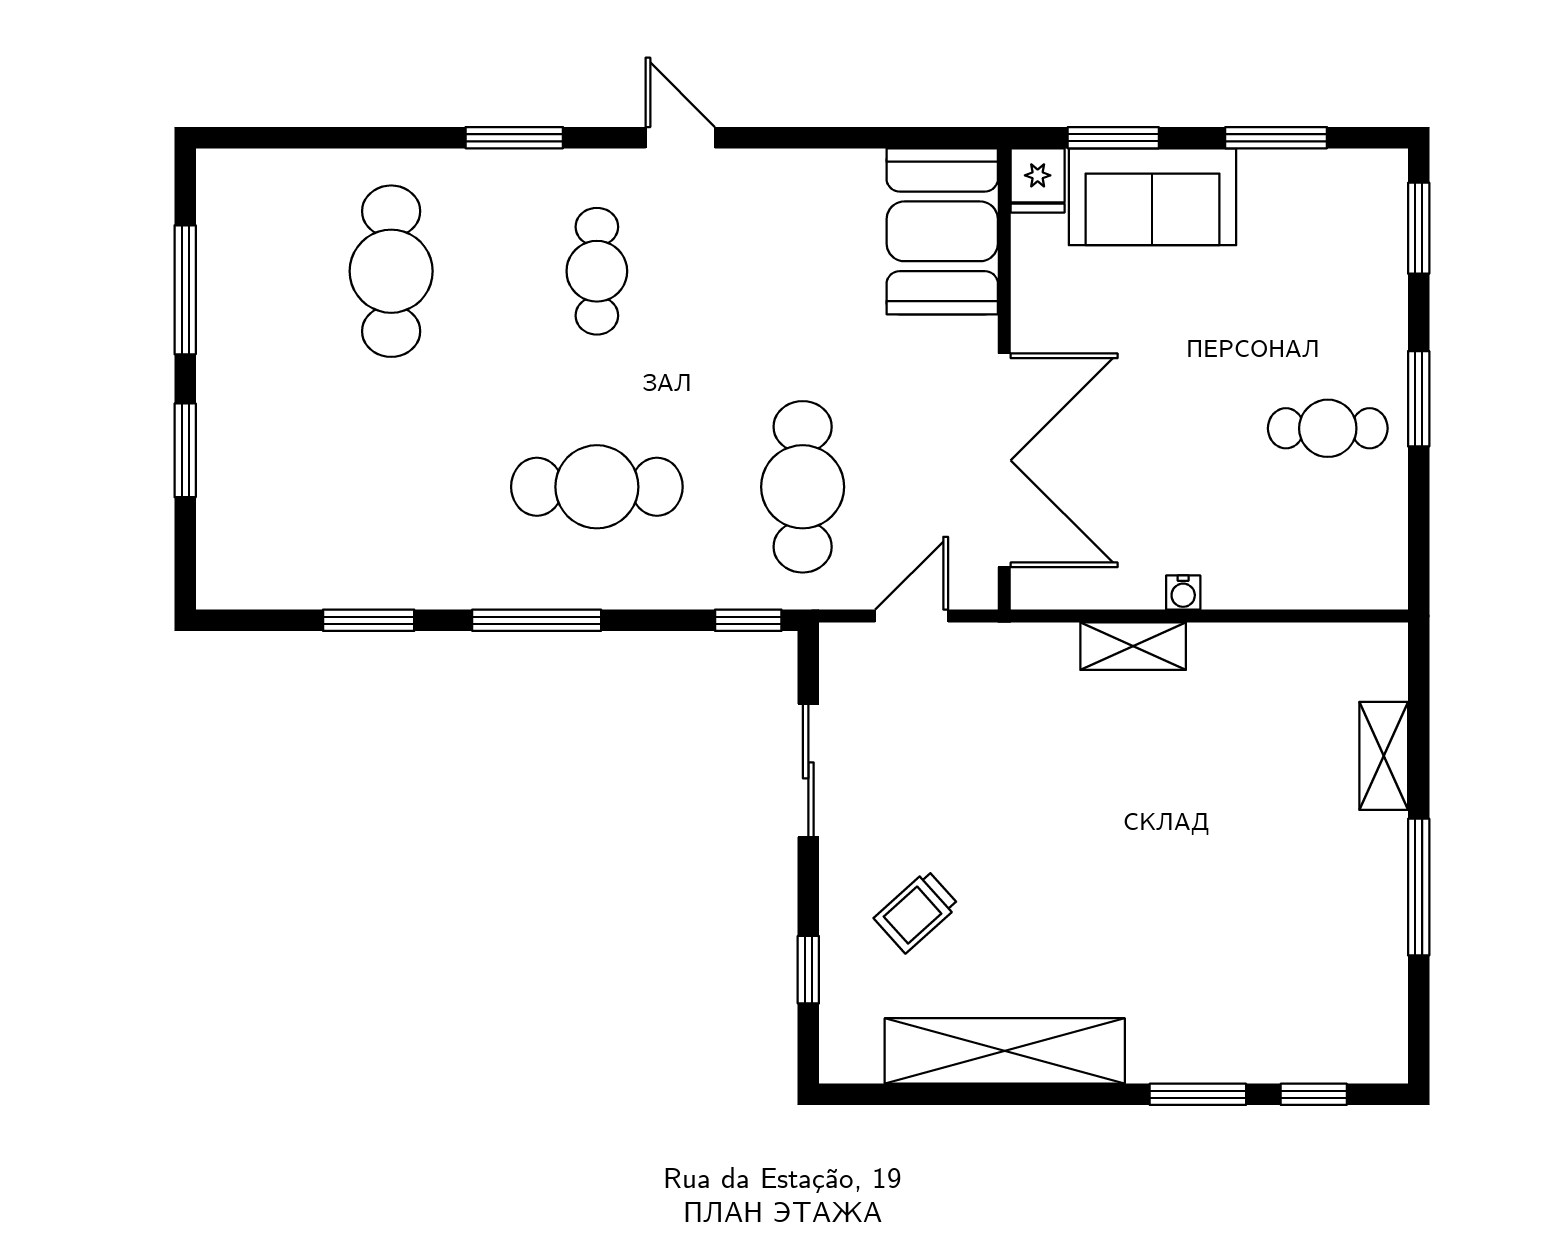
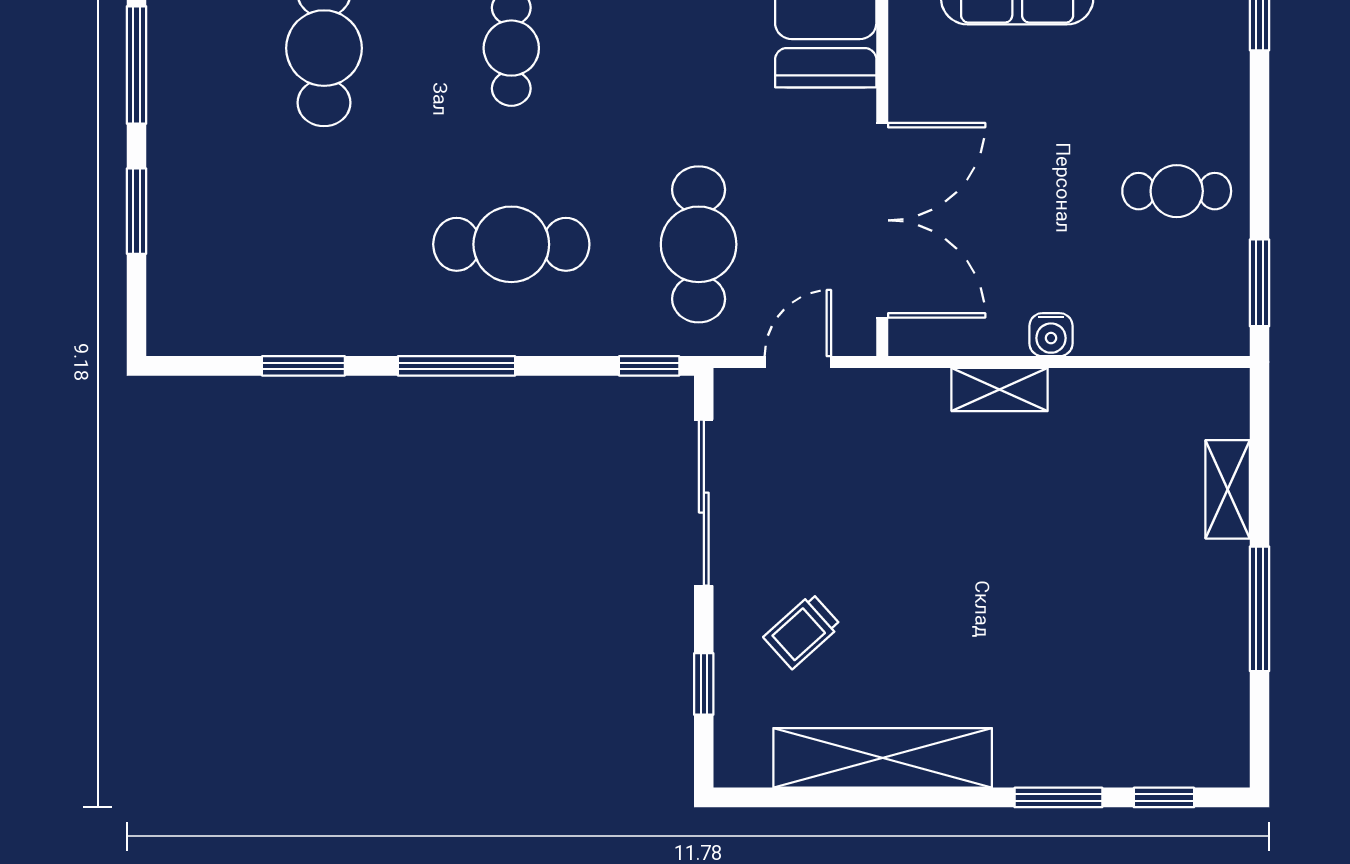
window: (1419, 399) -> (1259, 283), moved
water cooler: (1183, 593) -> (1051, 335), width x1.38, depth x1.38
sliding door: (808, 770) -> (704, 503), width x1.37

